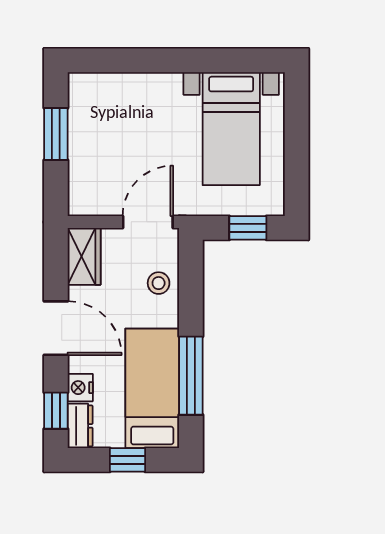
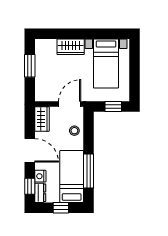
wardrobe: (150, 90) -> (71, 47), added

